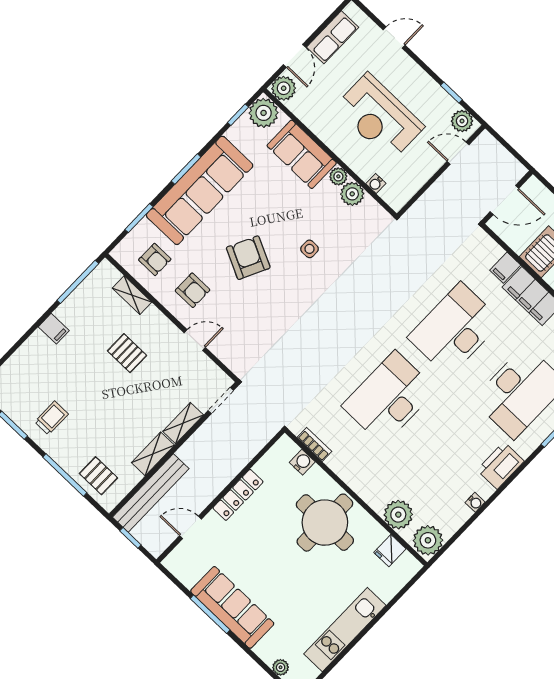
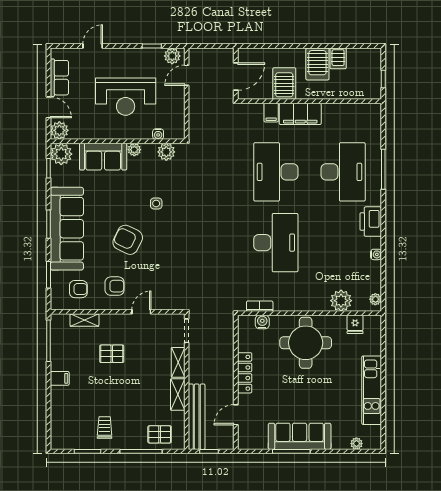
plant: (352, 194) -> (166, 152), moved
desk: (389, 398) -> (276, 243), turned 180
plant: (428, 540) -> (375, 299), width x0.53, depth x0.53

